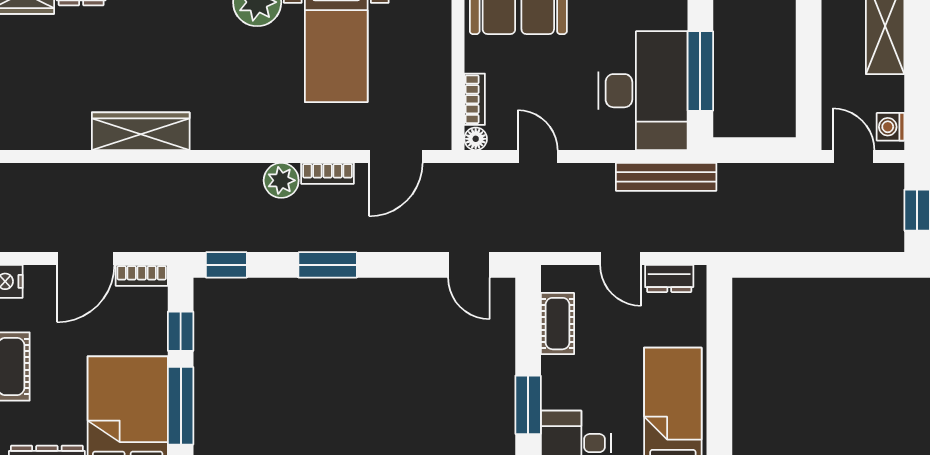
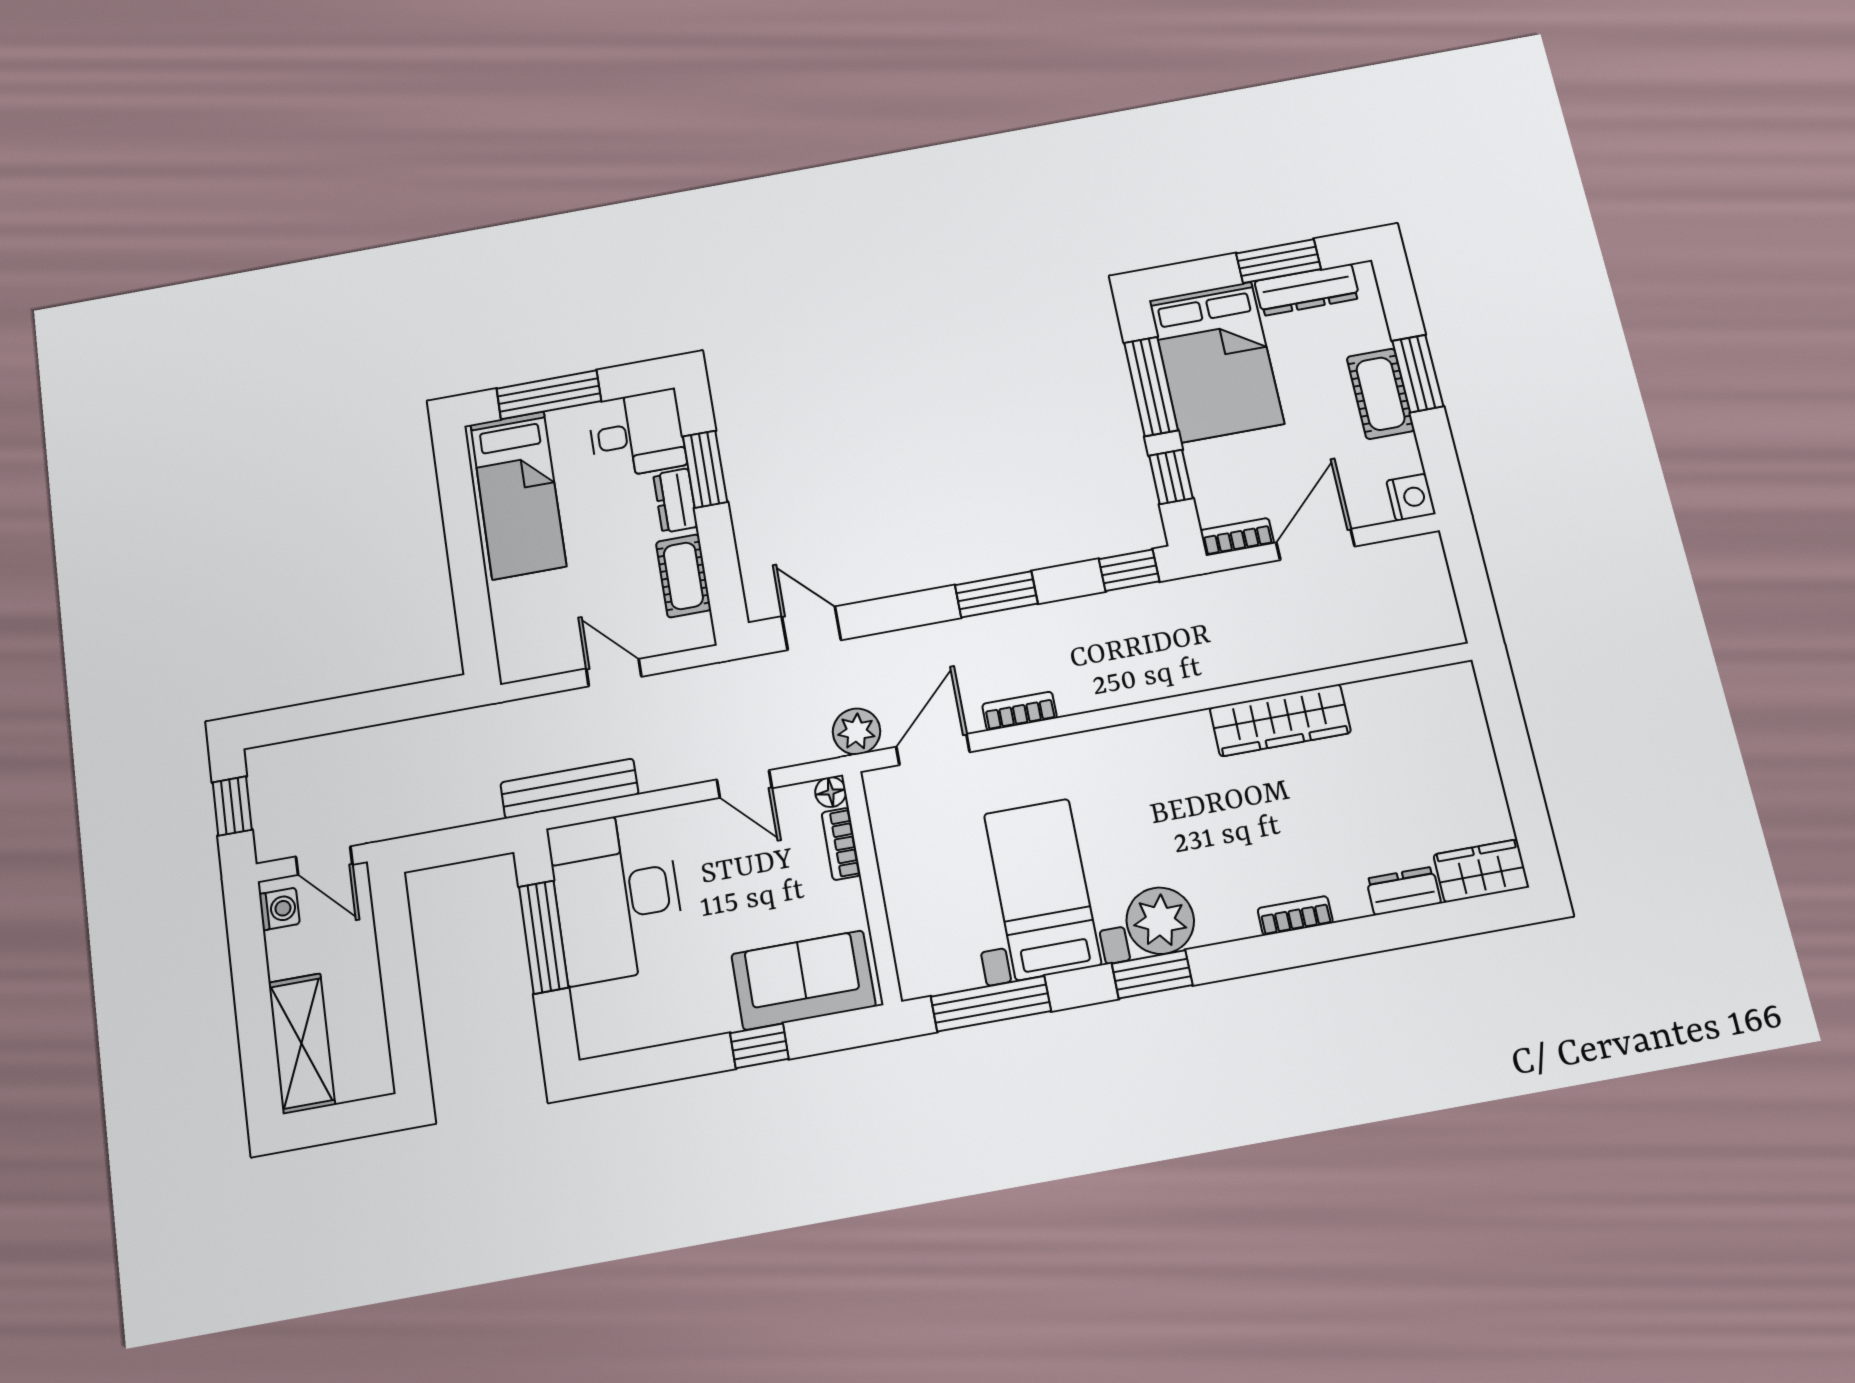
plant: (281, 180) -> (857, 731), moved
dresser: (669, 278) -> (675, 501), moved, turned -90

